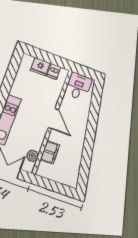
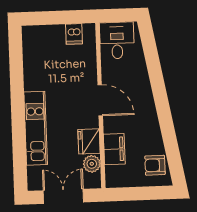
fridge: (40, 67) -> (89, 141), moved, turned 90
armchair: (71, 172) -> (155, 165), added

